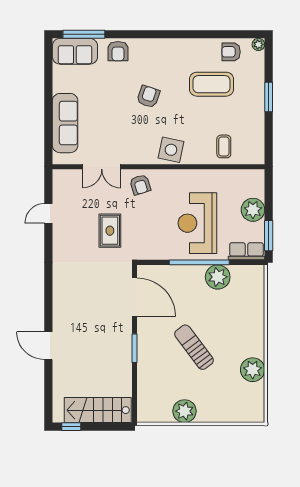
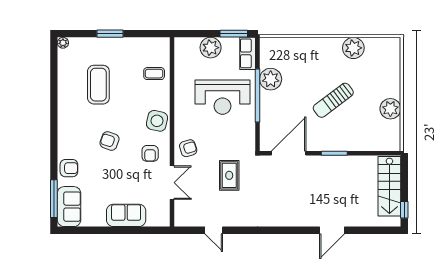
armchair: (231, 52) -> (150, 153), moved
sofa: (65, 123) -> (126, 215), width x0.73
rug: (110, 231) -> (229, 175), turned 90

